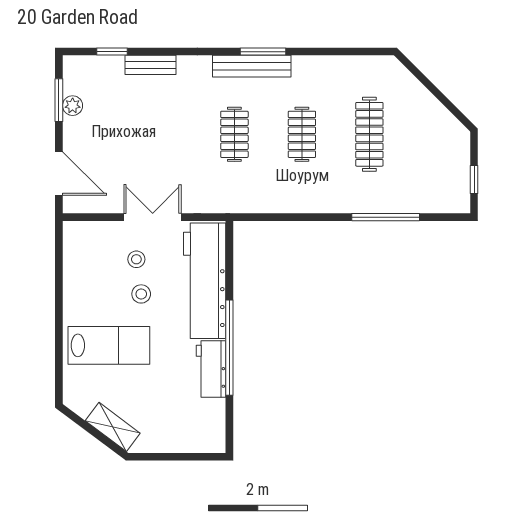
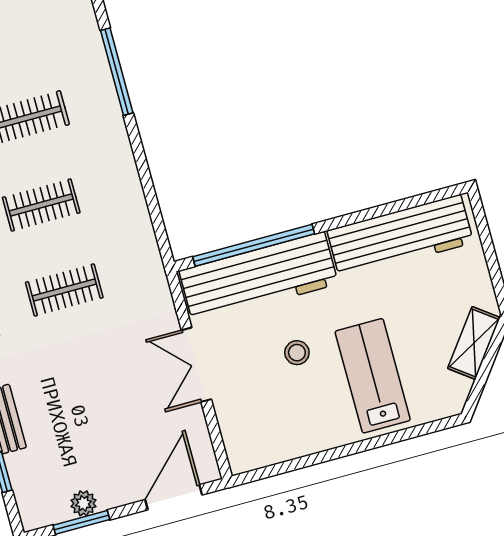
stool: (136, 259) -> (255, 371), removed
window: (229, 348) -> (254, 245), moved
workbench: (211, 369) -> (400, 237), width x1.88, depth x1.32

